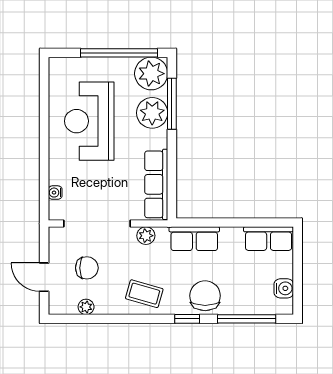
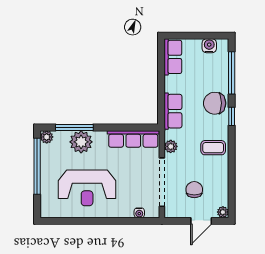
plant: (151, 74) -> (47, 137), width x0.53, depth x0.53
coffee table: (144, 294) -> (213, 148), turned 74
plant: (86, 307) -> (223, 212), moved

